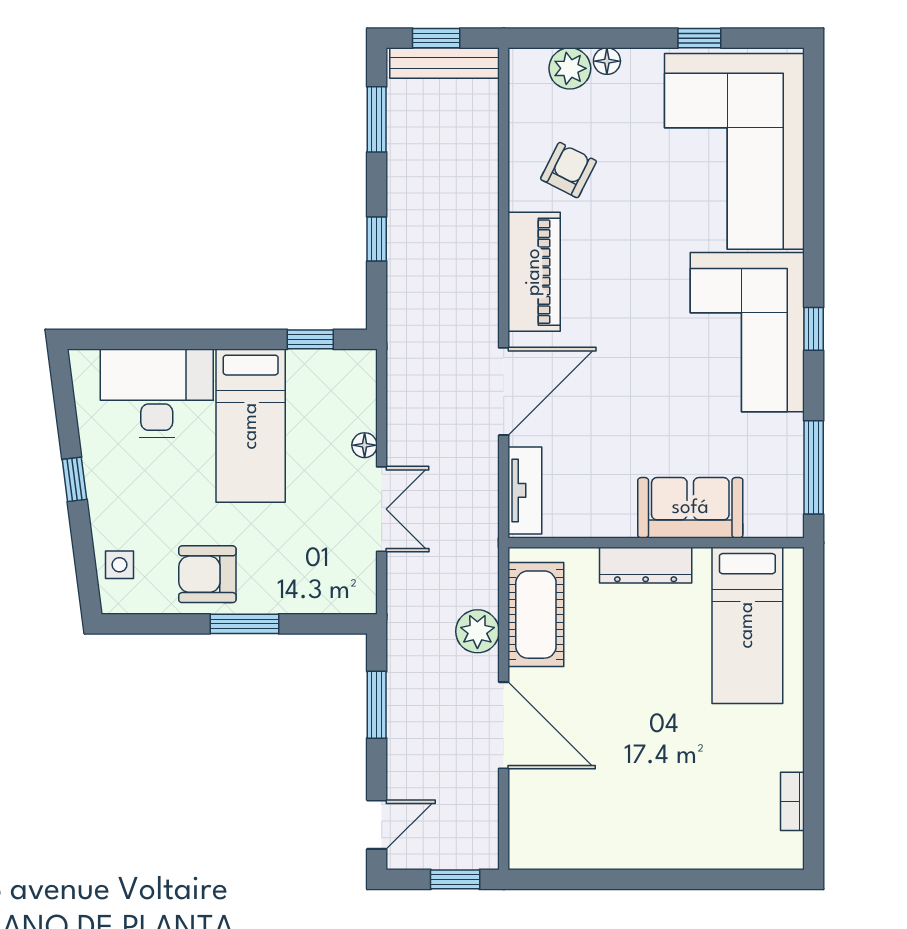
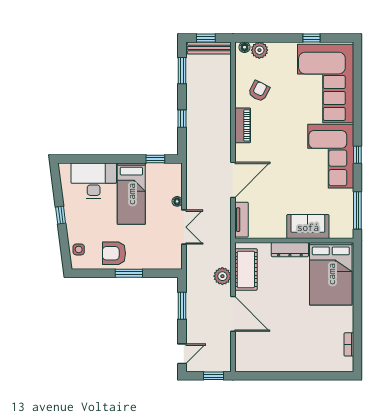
floor lamp: (607, 61) -> (245, 47), moved
piano: (534, 272) -> (243, 125), width x0.73, depth x0.75
bed: (747, 625) -> (331, 274), width x1.50

